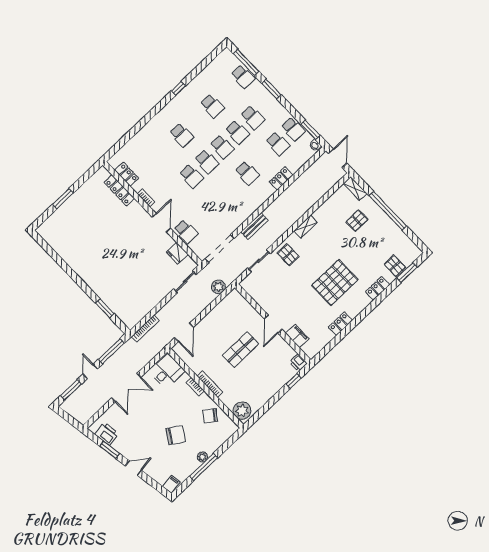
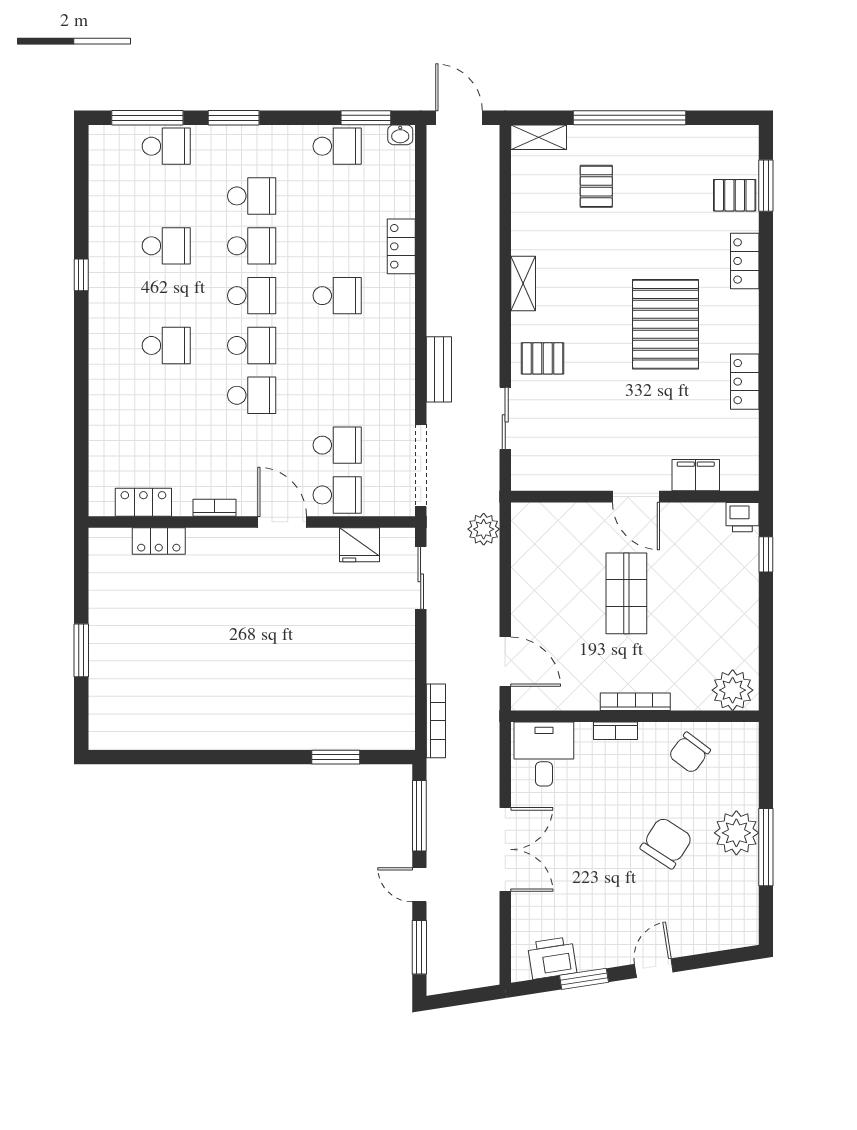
school desk: (278, 144) -> (337, 445), moved
locker: (119, 190) -> (159, 541), width x0.66
plant: (202, 457) -> (736, 833), width x1.87, depth x1.87
filing cabinet: (171, 484) -> (743, 930), removed

